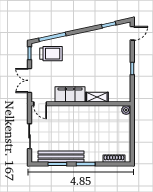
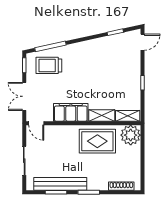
trolley: (51, 54) -> (49, 65), turned 180
shelving: (119, 97) -> (128, 116), added
plant: (126, 110) -> (131, 135), width x1.88, depth x1.88
rug: (93, 119) -> (97, 141), added

